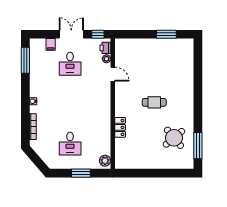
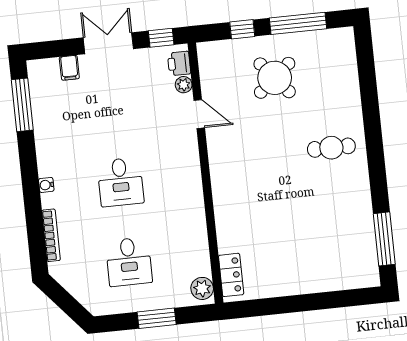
window: (138, 34) -> (242, 29), added
window: (166, 34) -> (298, 23), width x1.44
desk: (70, 64) -> (120, 182), moved
cafe table: (154, 102) -> (331, 148), moved
locker: (120, 127) -> (231, 275), moved
round table: (174, 138) -> (275, 78), moved

